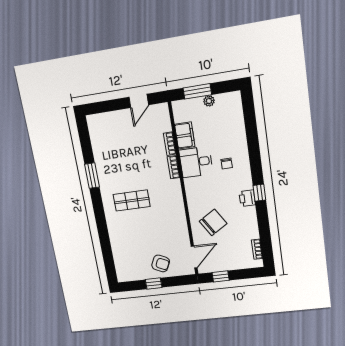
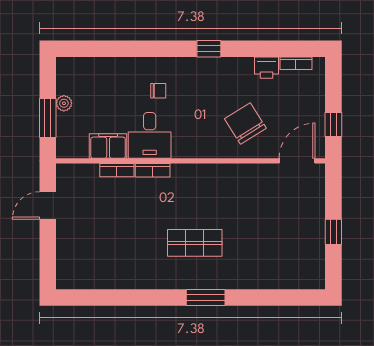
door: (139, 101) -> (48, 205), swing flipped
window: (92, 176) -> (206, 298), moved
printer: (247, 198) -> (267, 68), moved
shop shelf: (132, 201) -> (195, 243), turned 90
door: (194, 257) -> (297, 161), hinge flipped
armchair: (161, 263) -> (301, 215), removed

